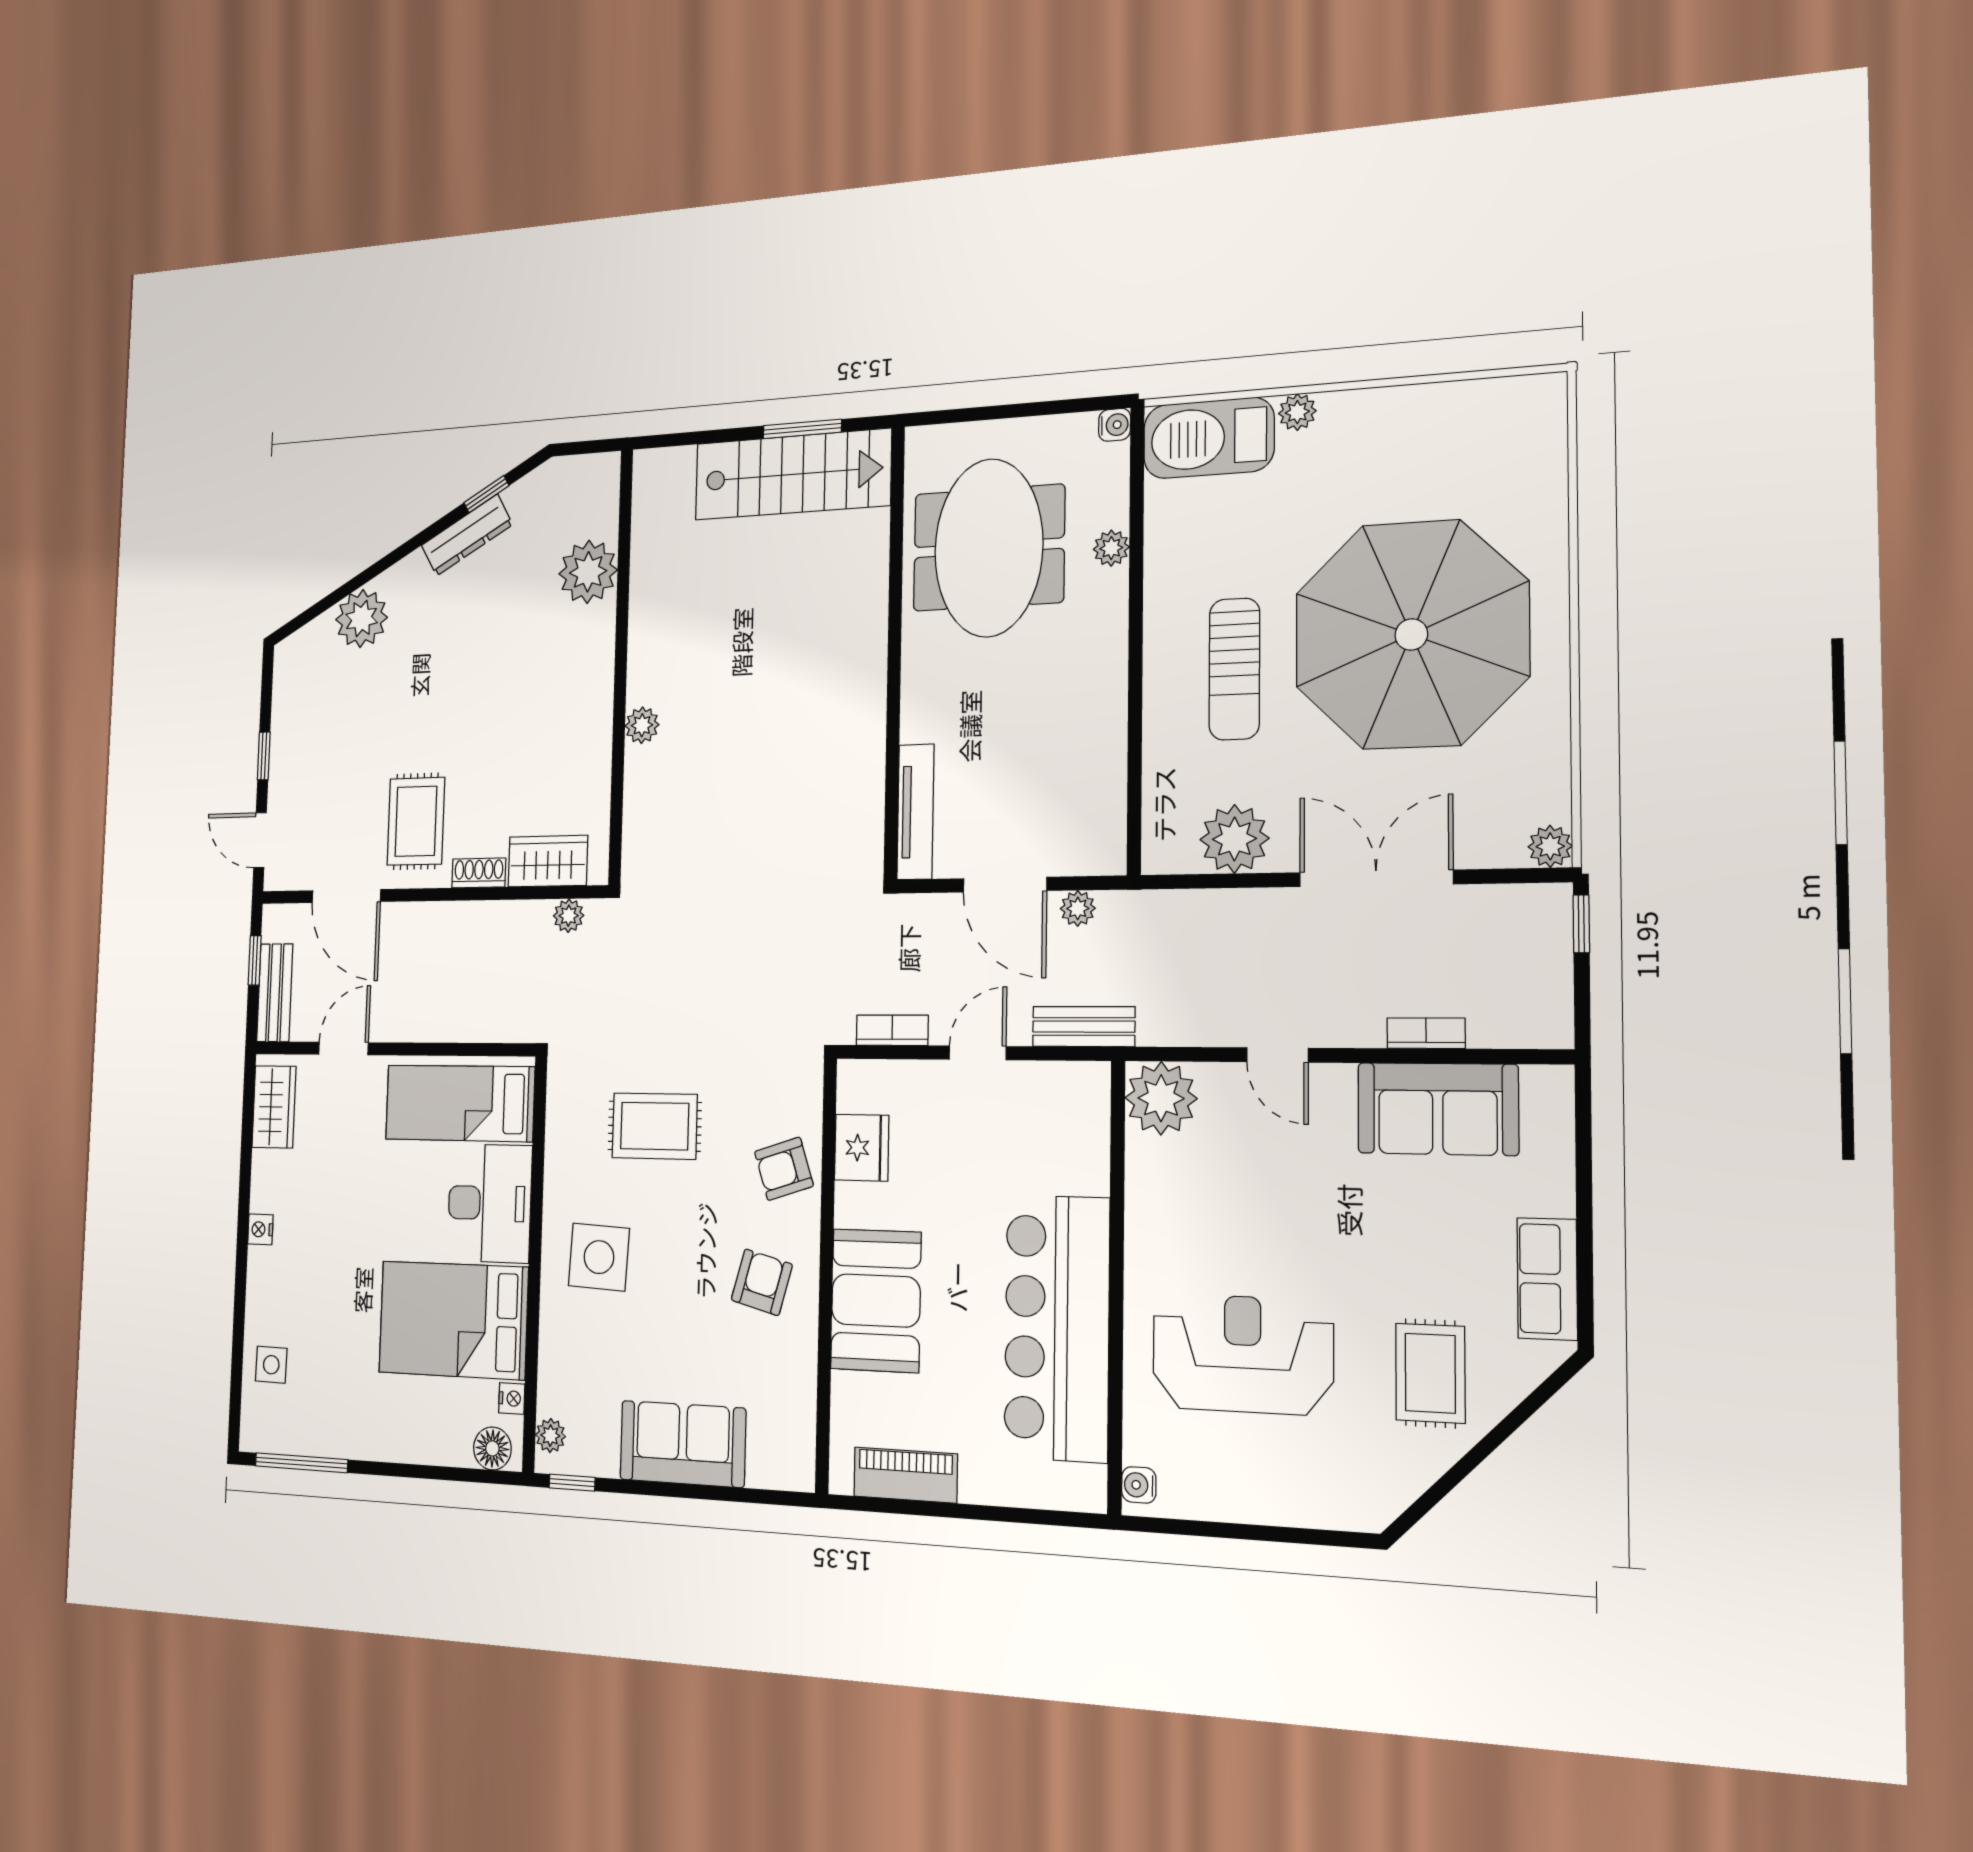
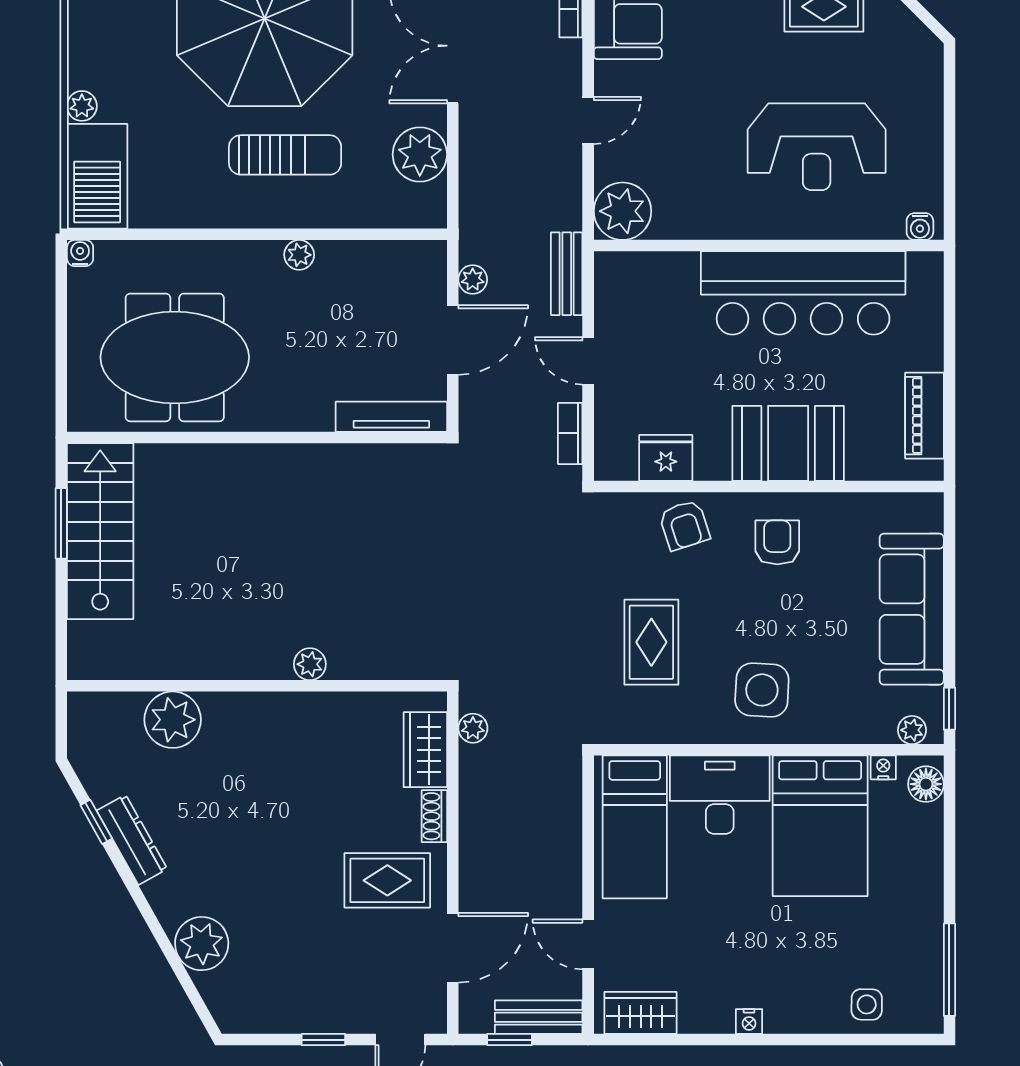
plant: (1111, 548) -> (299, 255), moved
armchair: (762, 1282) -> (777, 542), turned 75
reception desk: (1243, 1354) -> (817, 147), turned -90
sofa: (683, 1444) -> (912, 609), width x1.36

